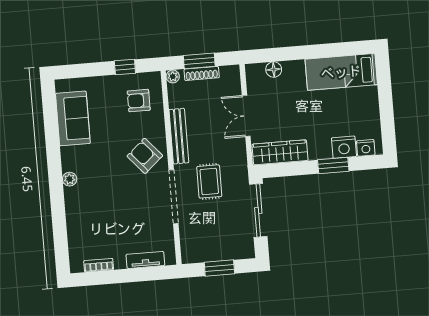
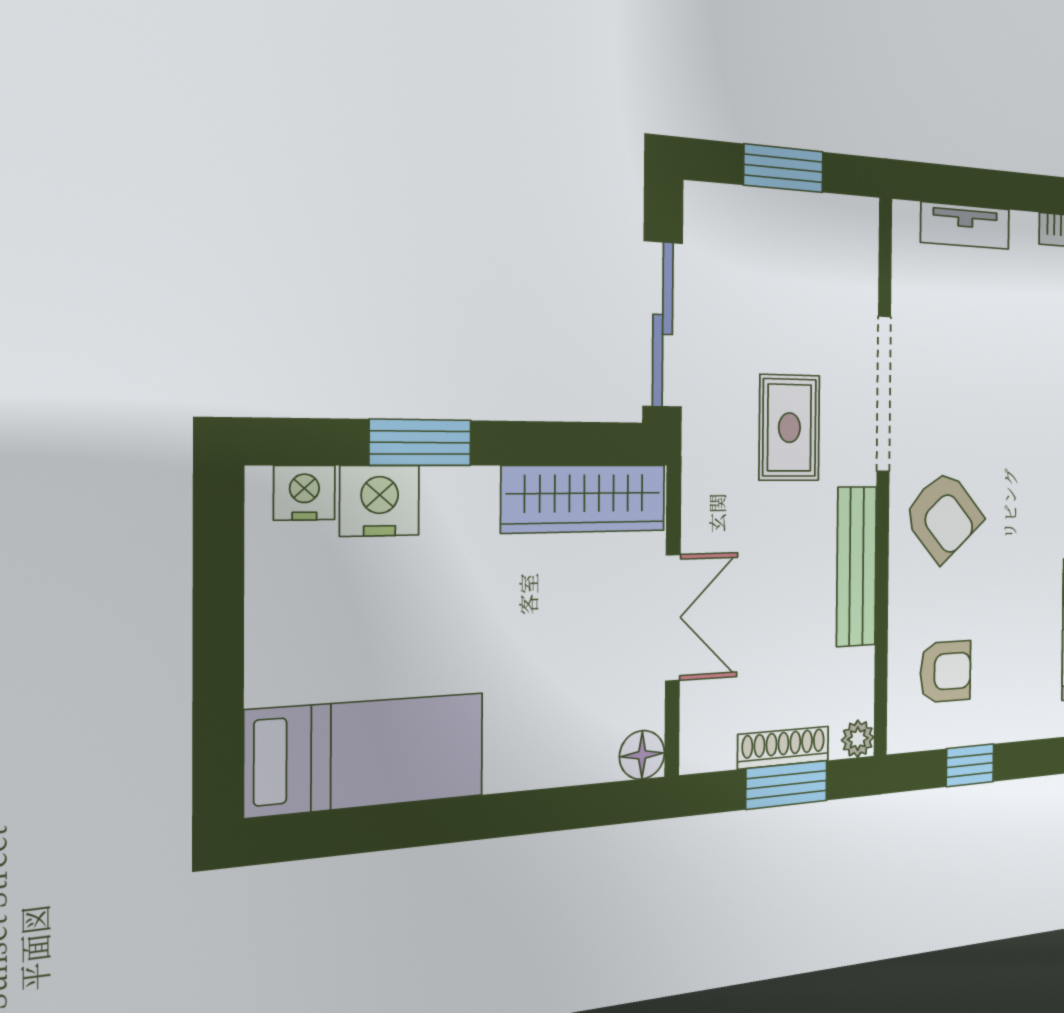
floor lamp: (274, 70) -> (642, 755), moved

